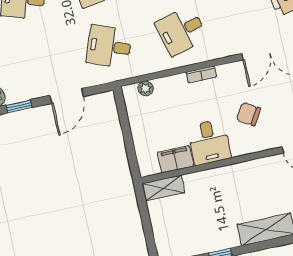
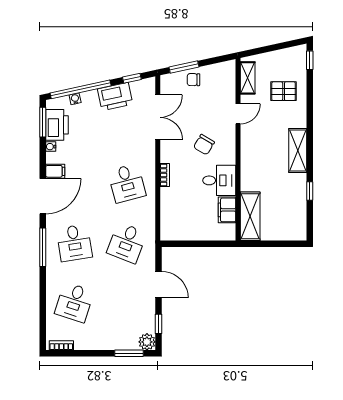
plant: (146, 88) -> (166, 221), removed
shelving: (163, 188) -> (250, 216), width x1.50, depth x1.33

